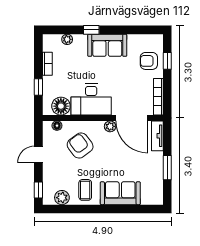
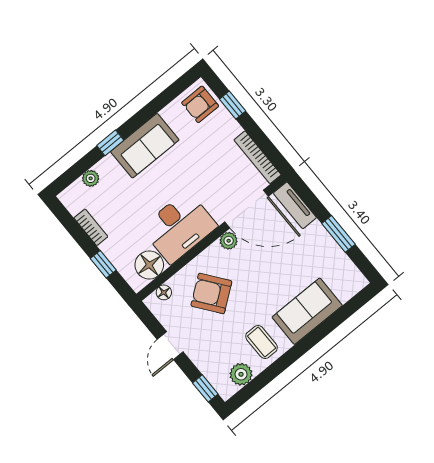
armchair: (149, 61) -> (200, 104), moved

